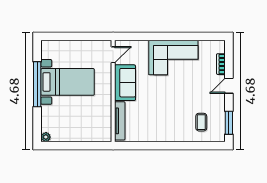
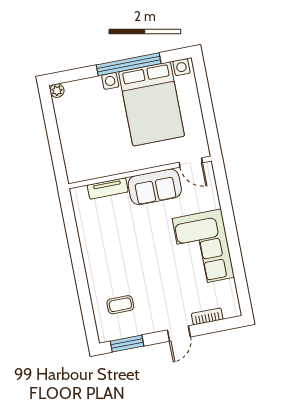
bed with nightstands: (68, 82) -> (152, 104), width x1.36
door: (229, 86) -> (179, 333), swing flipped
tv unit: (120, 121) -> (108, 188), width x0.71

